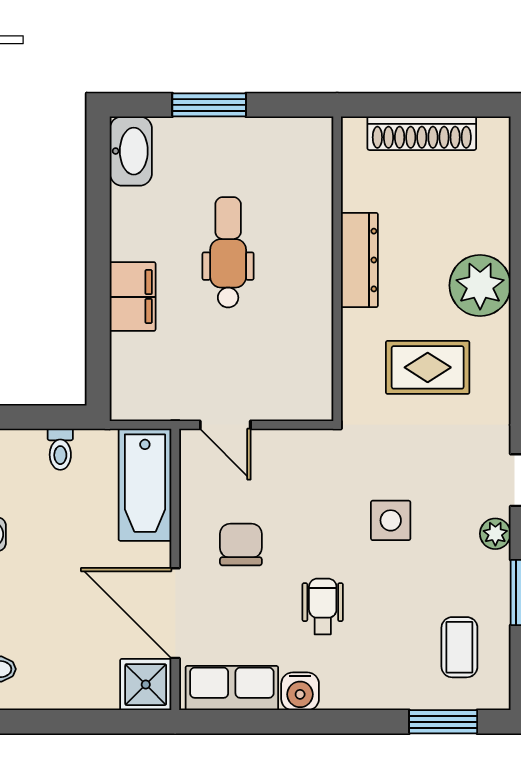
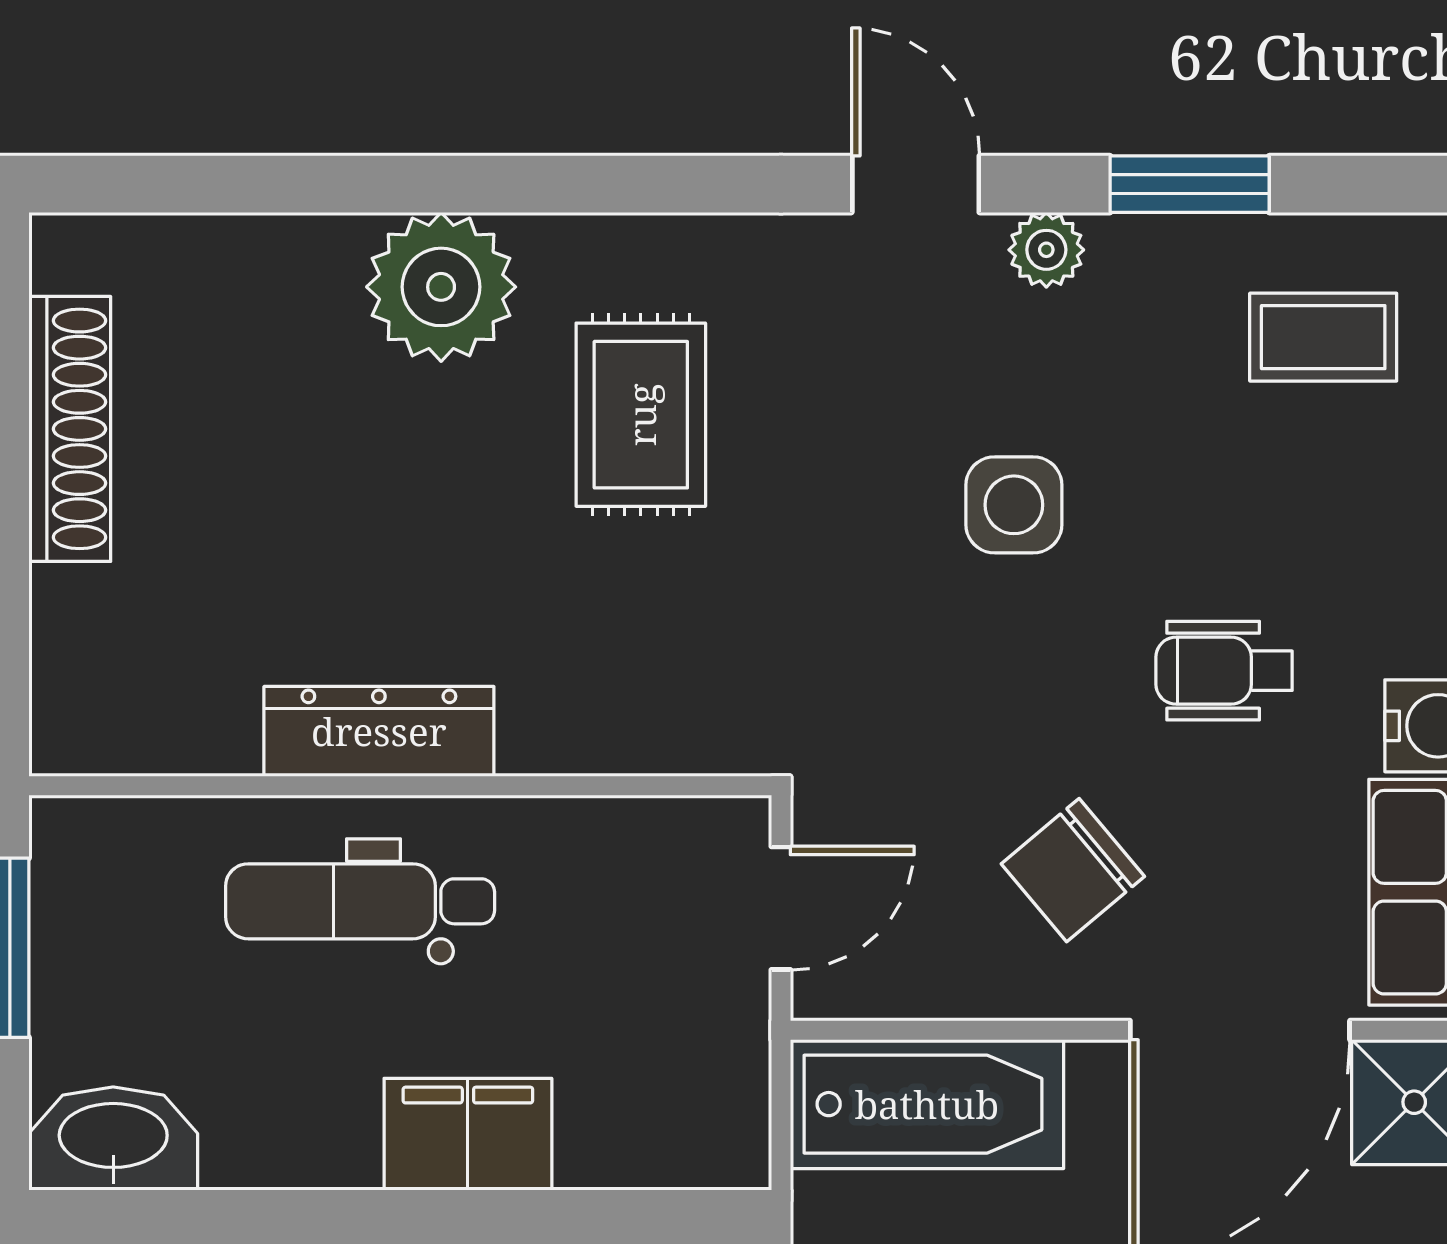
dresser: (359, 260) -> (379, 731), moved
wall: (337, 269) -> (400, 786), moved
chair: (241, 545) -> (1073, 870), turned -40

